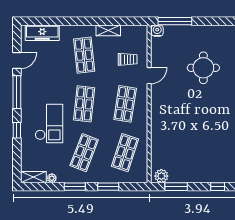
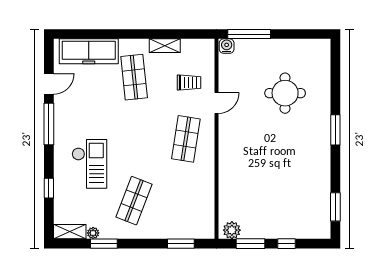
freezer: (42, 33) -> (89, 51), width x1.36, depth x1.26
shop shelf: (84, 104) -> (134, 139), removed
window: (17, 130) -> (49, 188), moved
shop shelf: (125, 153) -> (186, 201), removed
window: (75, 187) -> (104, 244), moved
window: (108, 187) -> (181, 244), moved
window: (218, 187) -> (287, 244), moved

